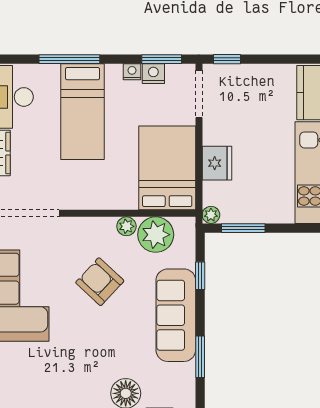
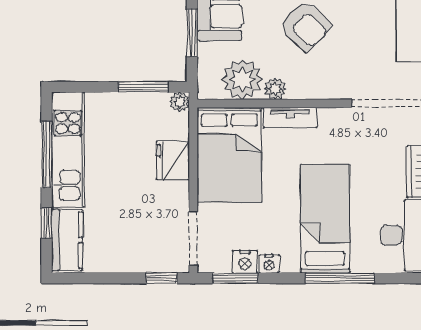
tv unit: (113, 201) -> (290, 117), added
window: (200, 276) -> (192, 33), width x1.50

